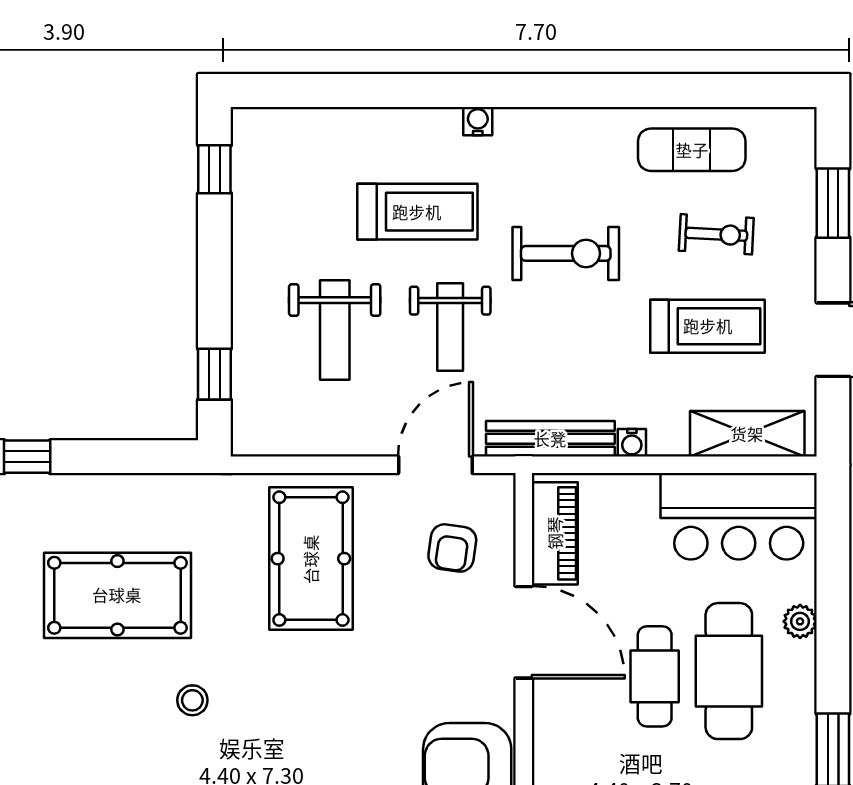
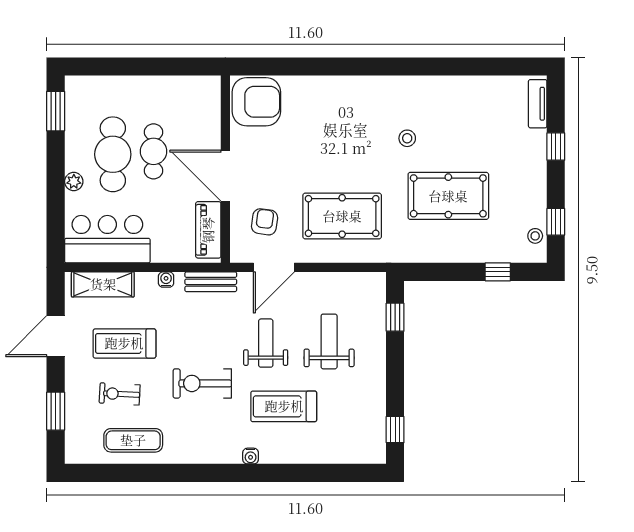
bench: (550, 439) -> (211, 282), width x0.73
pool table: (311, 559) -> (342, 216), turned 90

